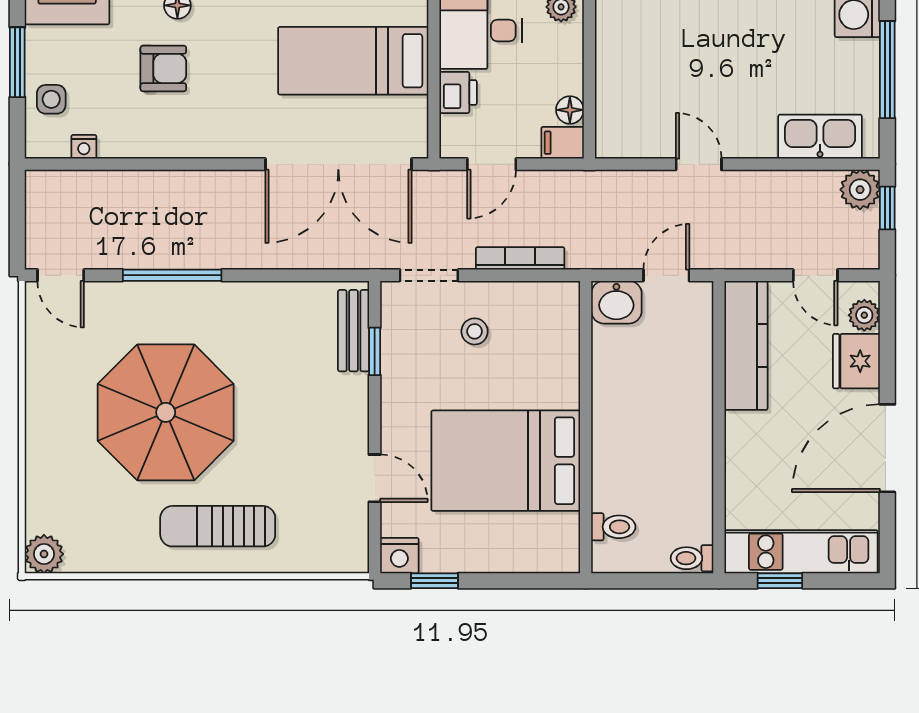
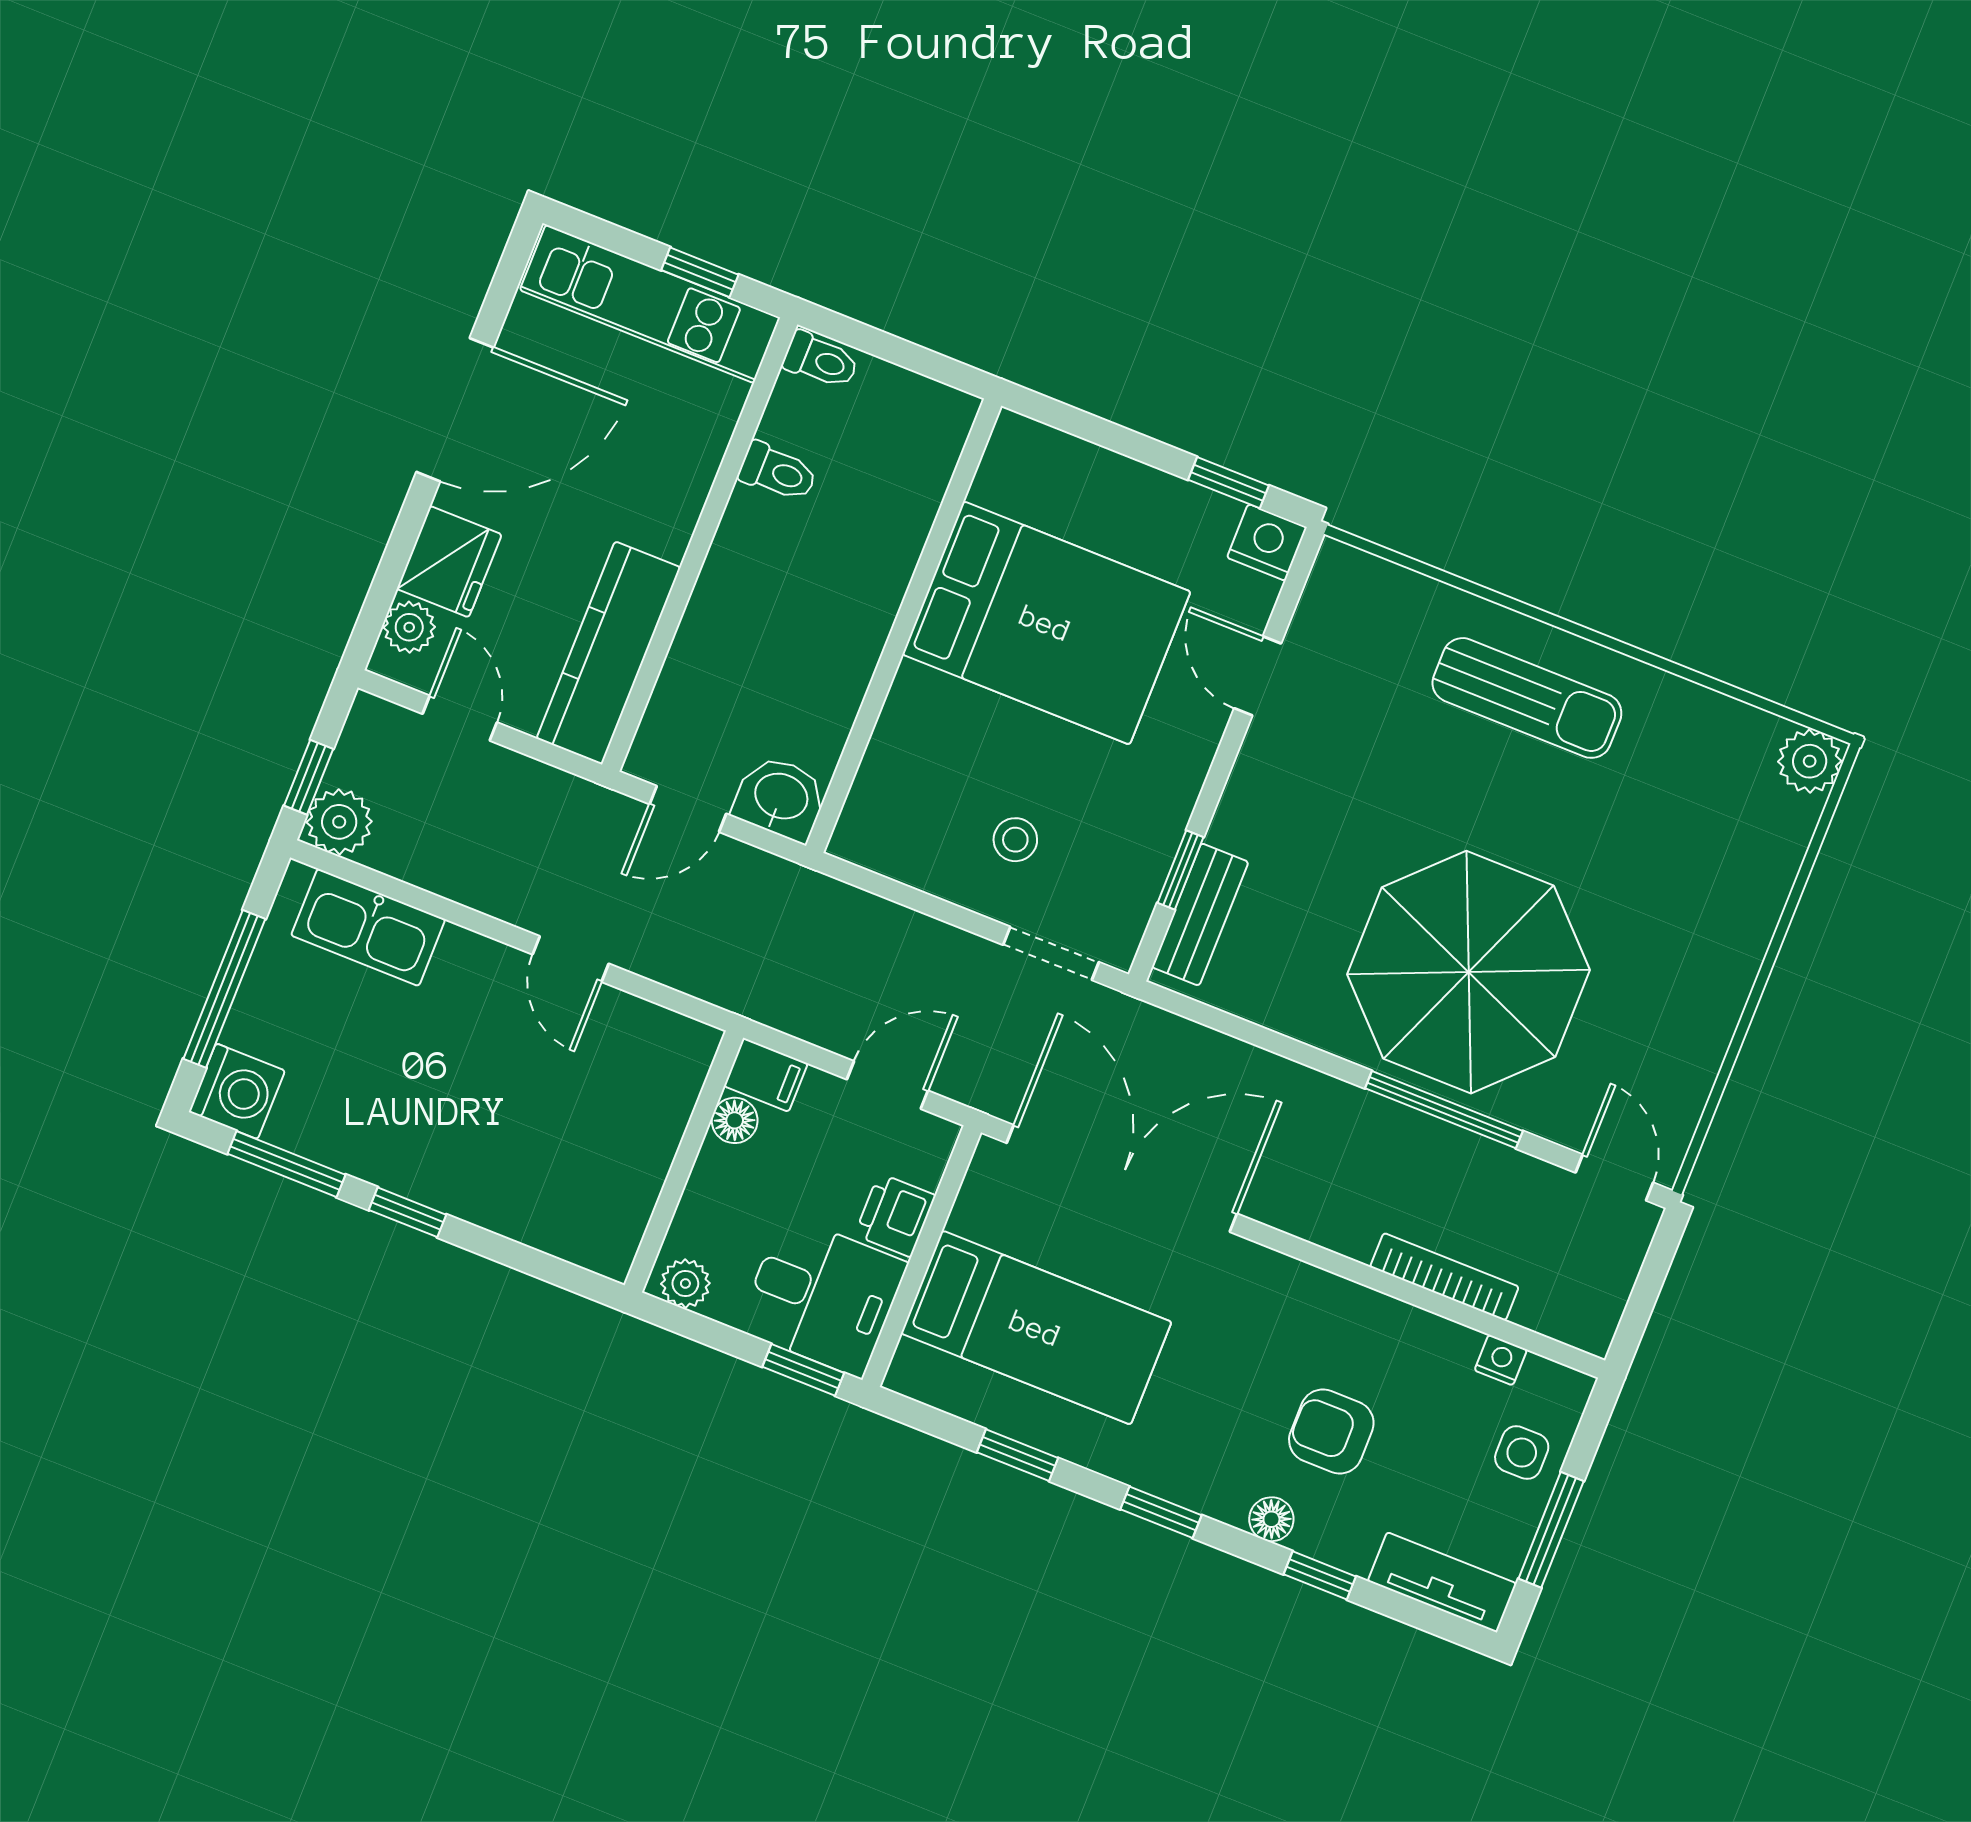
bookcase: (520, 258) -> (1444, 1277), moved, turned 180
parasol: (166, 412) -> (1469, 972), moved
toilet: (613, 527) -> (778, 472), moved, turned 180

